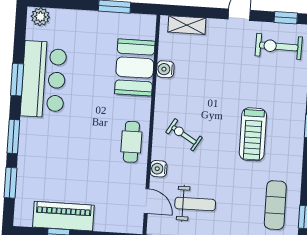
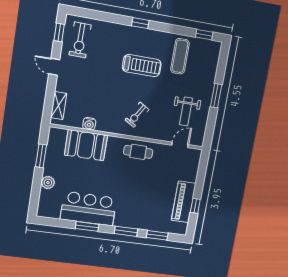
plant: (40, 17) -> (48, 183), moved
water cooler: (159, 169) -> (159, 135), removed
weight bench: (195, 204) -> (186, 111), turned 180
exercise mat: (275, 205) -> (180, 56), moved, turned 90

